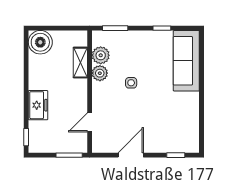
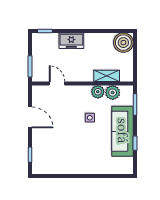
sofa: (186, 61) -> (123, 131), moved, turned -90

